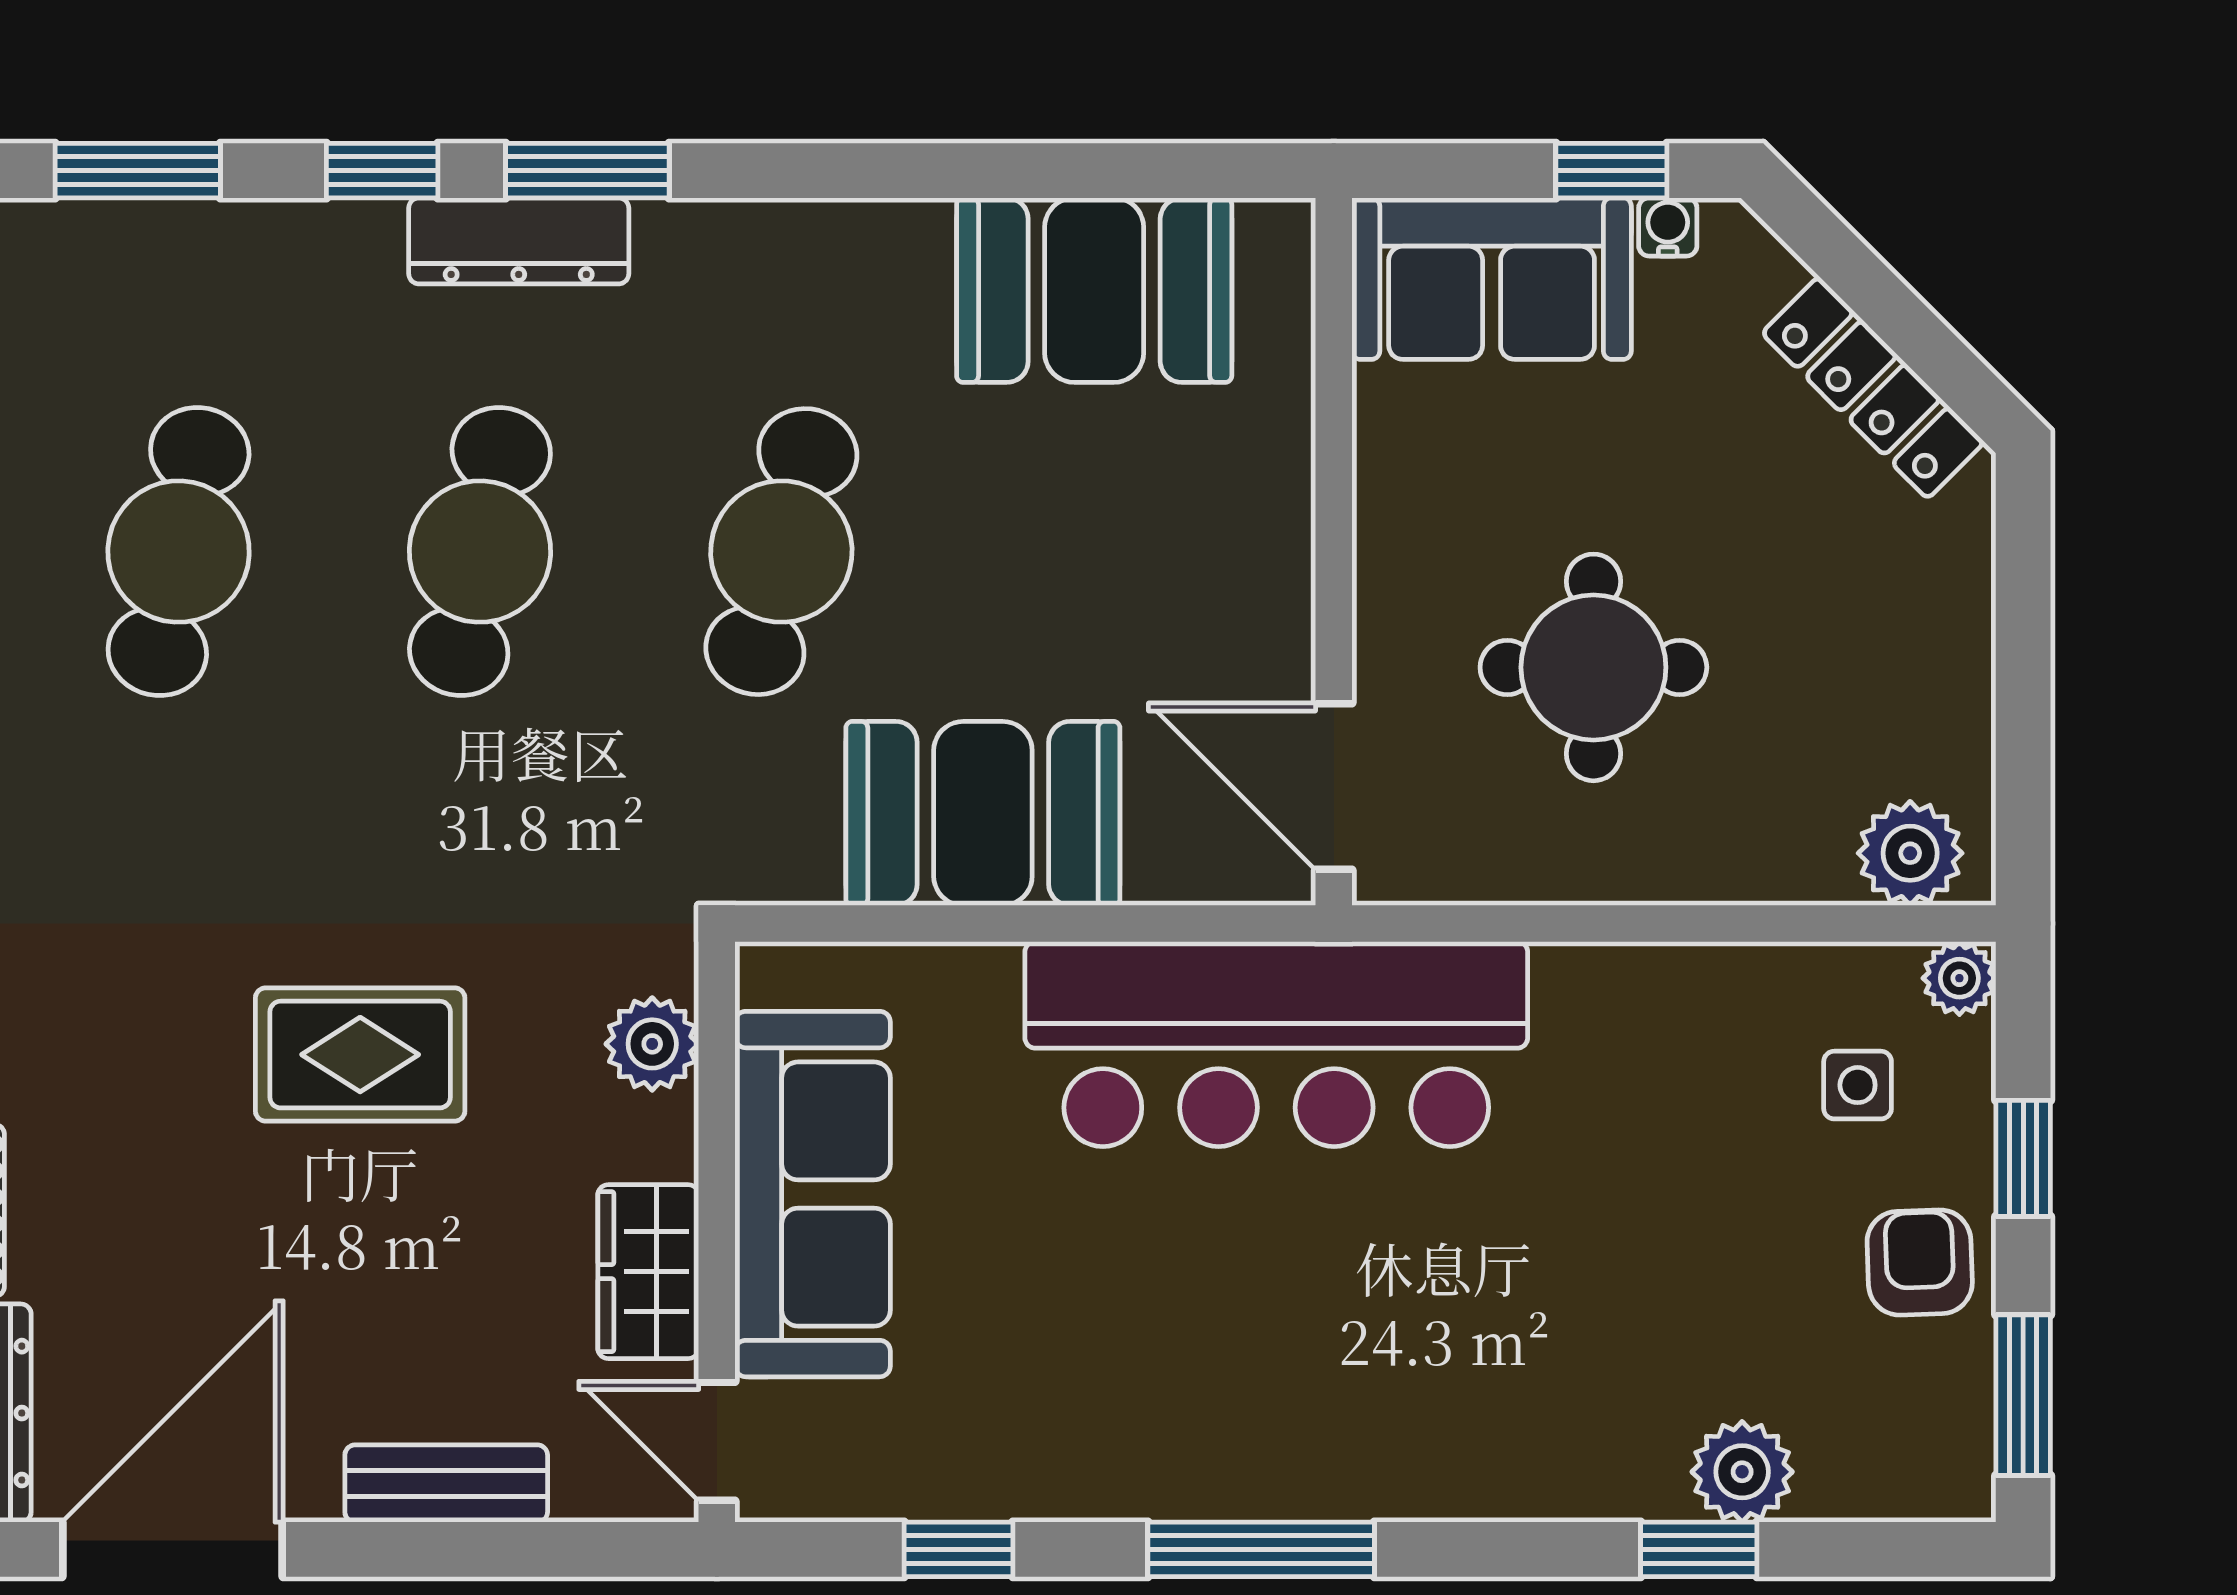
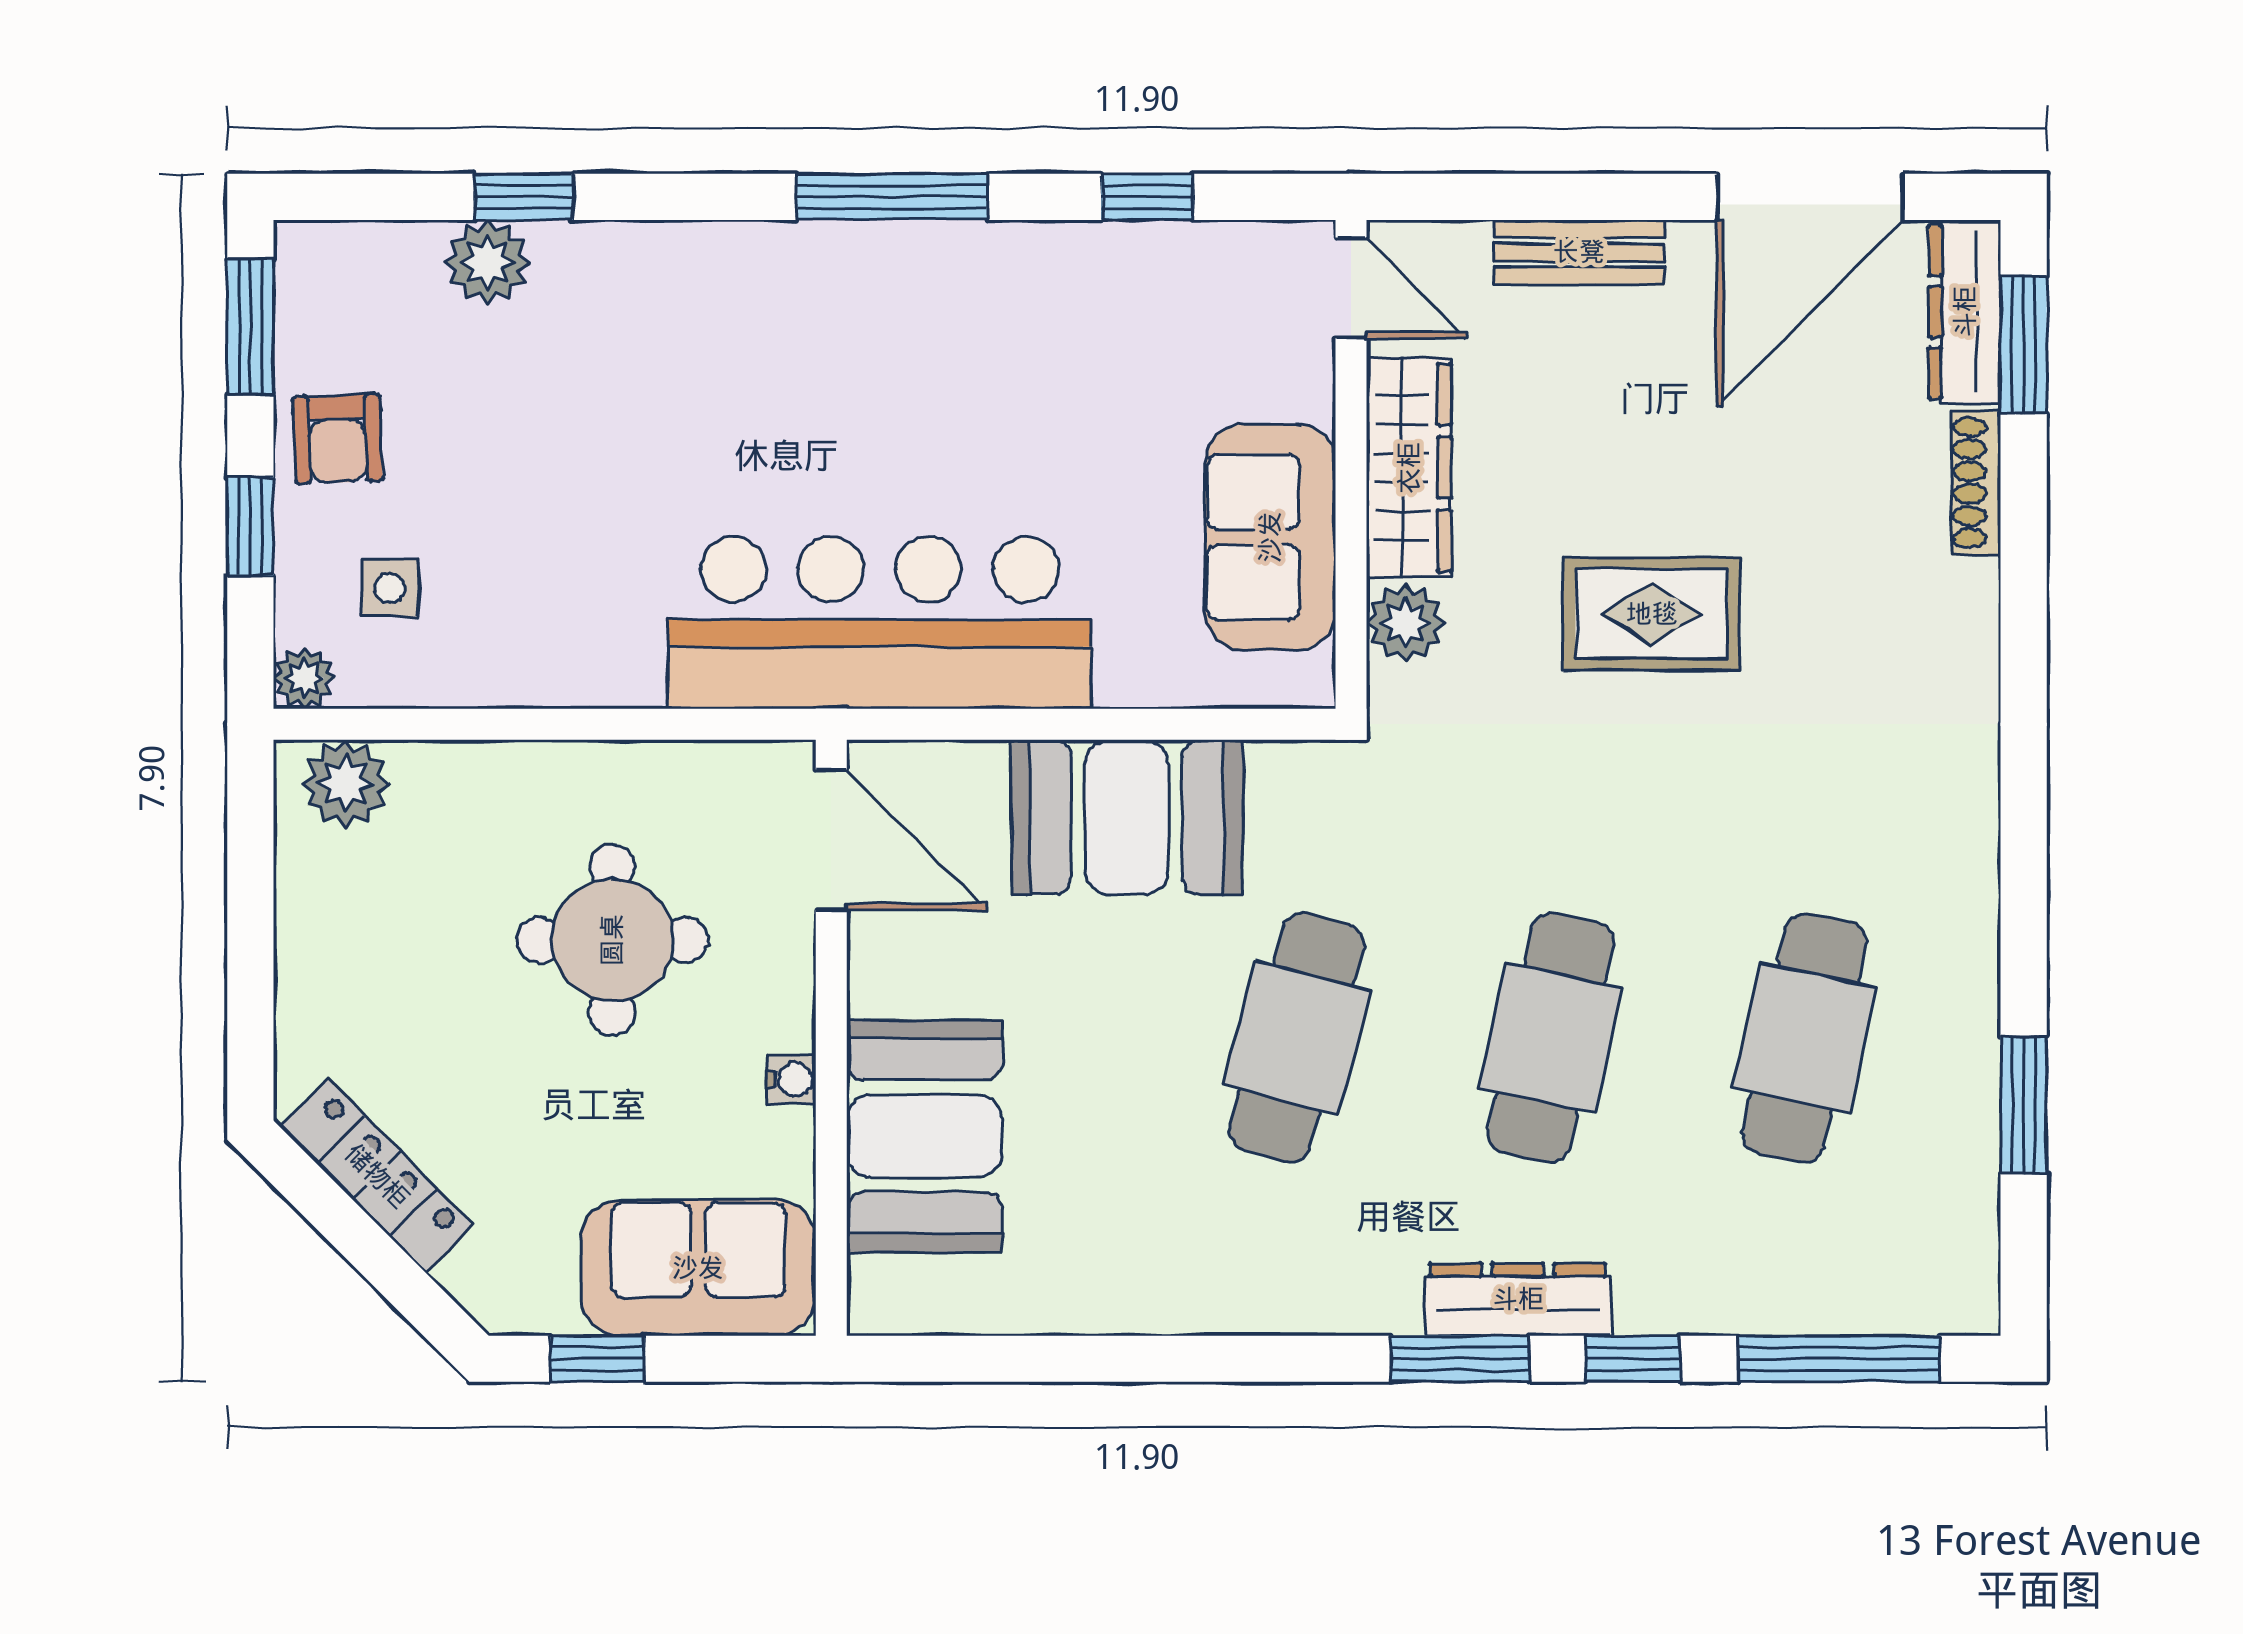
window: (138, 171) -> (1839, 1359), width x1.44
water cooler: (1668, 227) -> (791, 1079), moved, turned -90
booth: (1094, 290) -> (924, 1136), moved, turned 90
sofa: (813, 1194) -> (1270, 537), width x0.73
wardrobe: (648, 1272) -> (1409, 468), width x1.50

